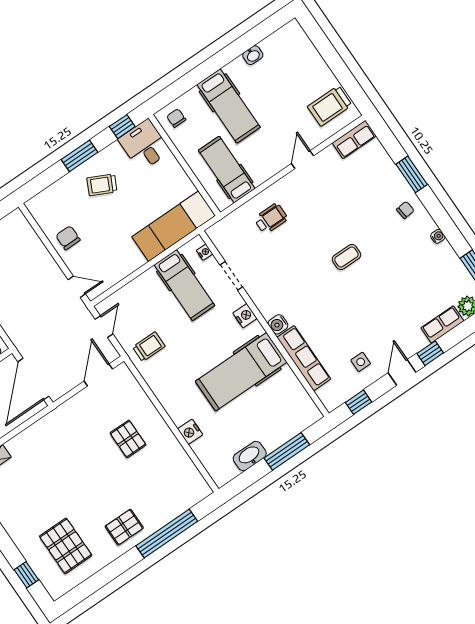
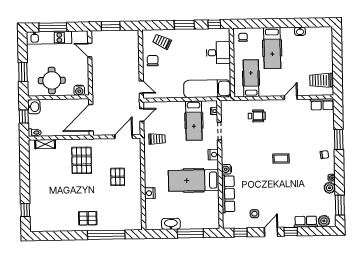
desk: (144, 145) -> (218, 53), moved, turned 90
trolley: (102, 185) -> (162, 42), moved
plant: (444, 253) -> (330, 188), added
pallet: (66, 546) -> (82, 160), moved

